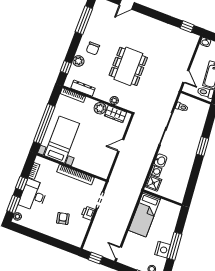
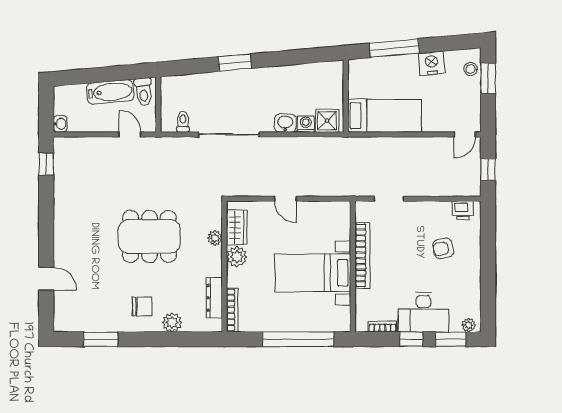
window: (84, 20) -> (101, 339), width x0.69
window: (66, 67) -> (190, 339), removed
door: (186, 77) -> (130, 134), hinge flipped
bed with nightstands: (62, 140) -> (313, 273), moved
printer: (88, 213) -> (463, 210), moved
window: (174, 246) -> (394, 48), moved

